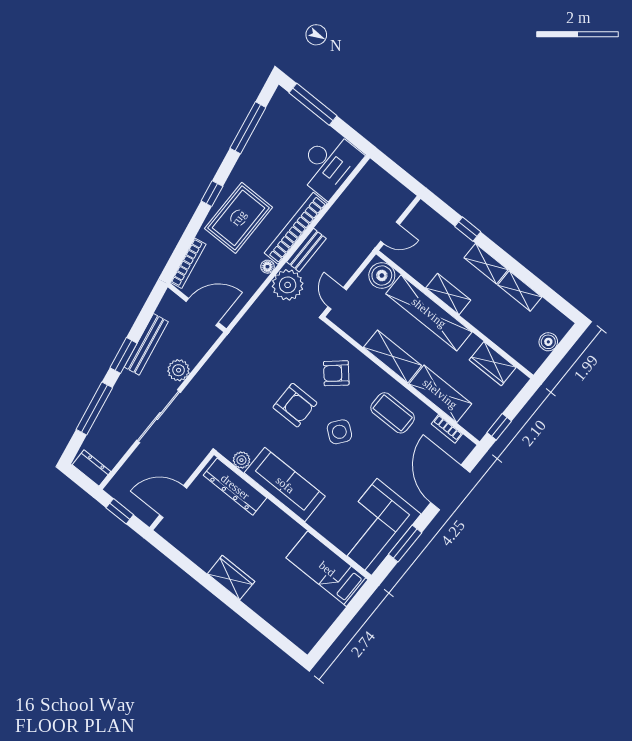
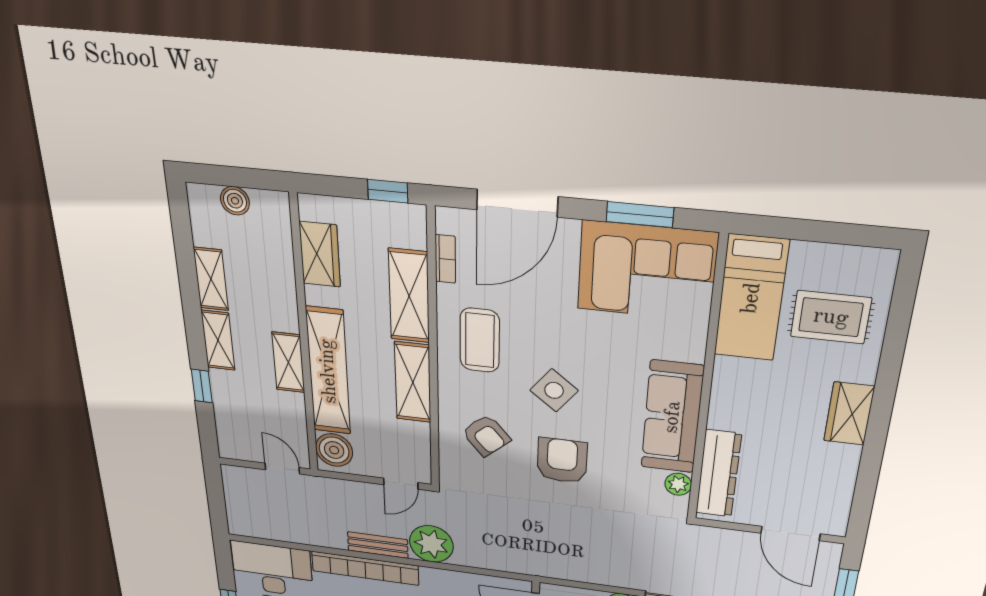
floor lamp: (267, 267) -> (430, 575), removed
rug: (292, 601) -> (831, 317), added

